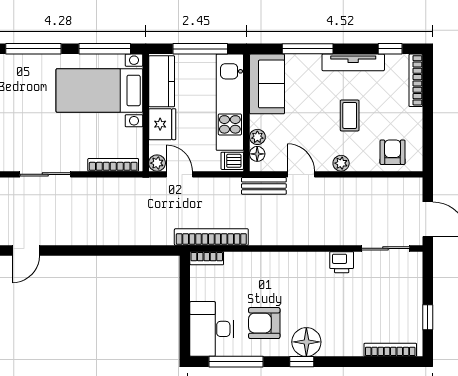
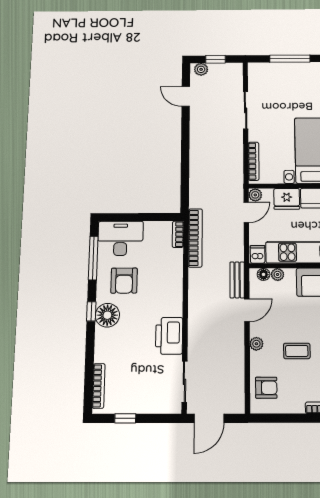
printer: (342, 262) -> (169, 336), width x1.87, depth x1.48
armchair: (264, 323) -> (124, 281), turned 180

